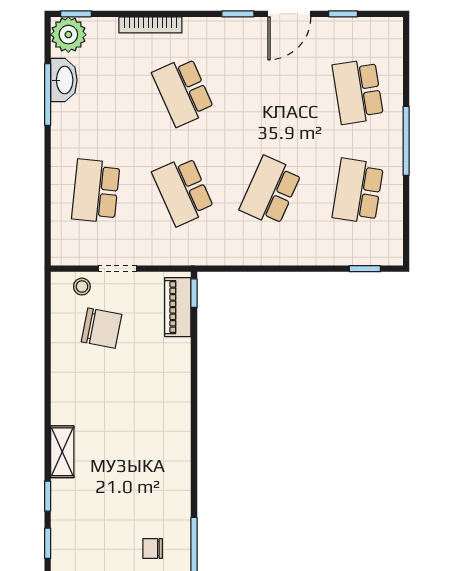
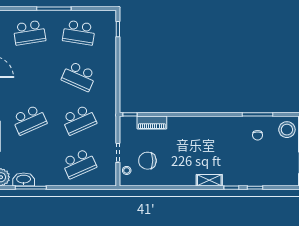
school desk: (96, 191) -> (79, 164), turned -30
piano: (178, 307) -> (152, 123), moved
chair: (102, 328) -> (147, 161), turned -101

